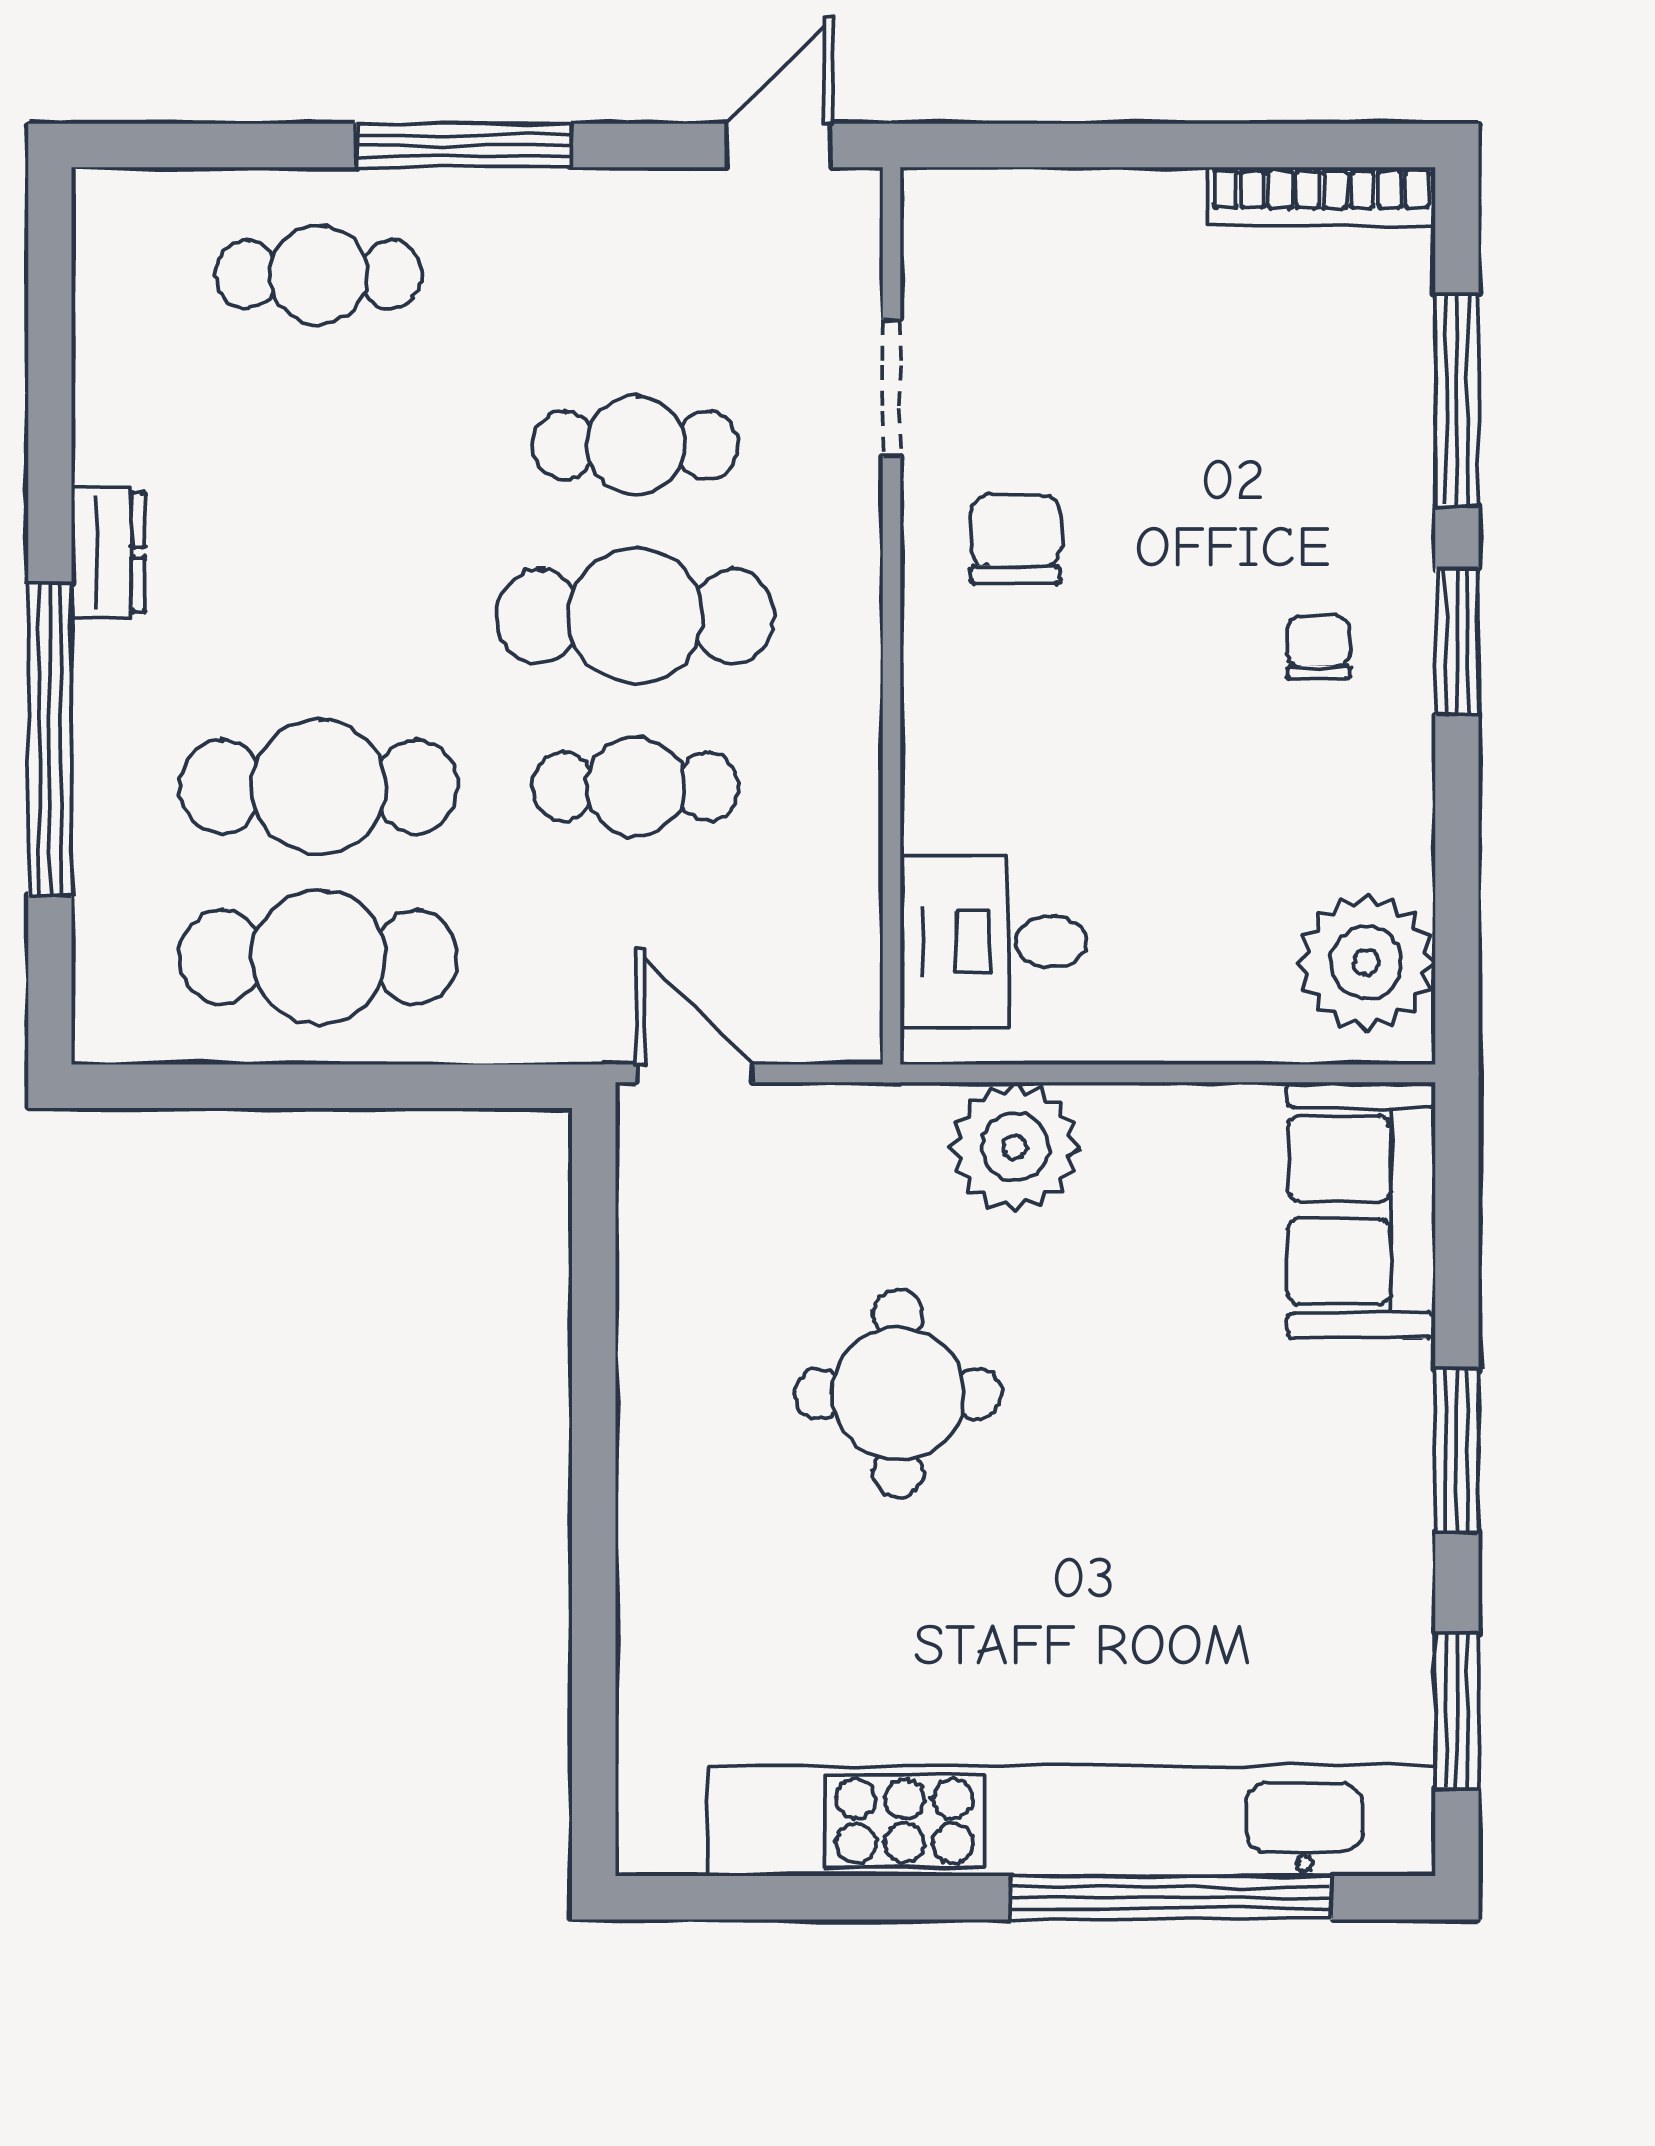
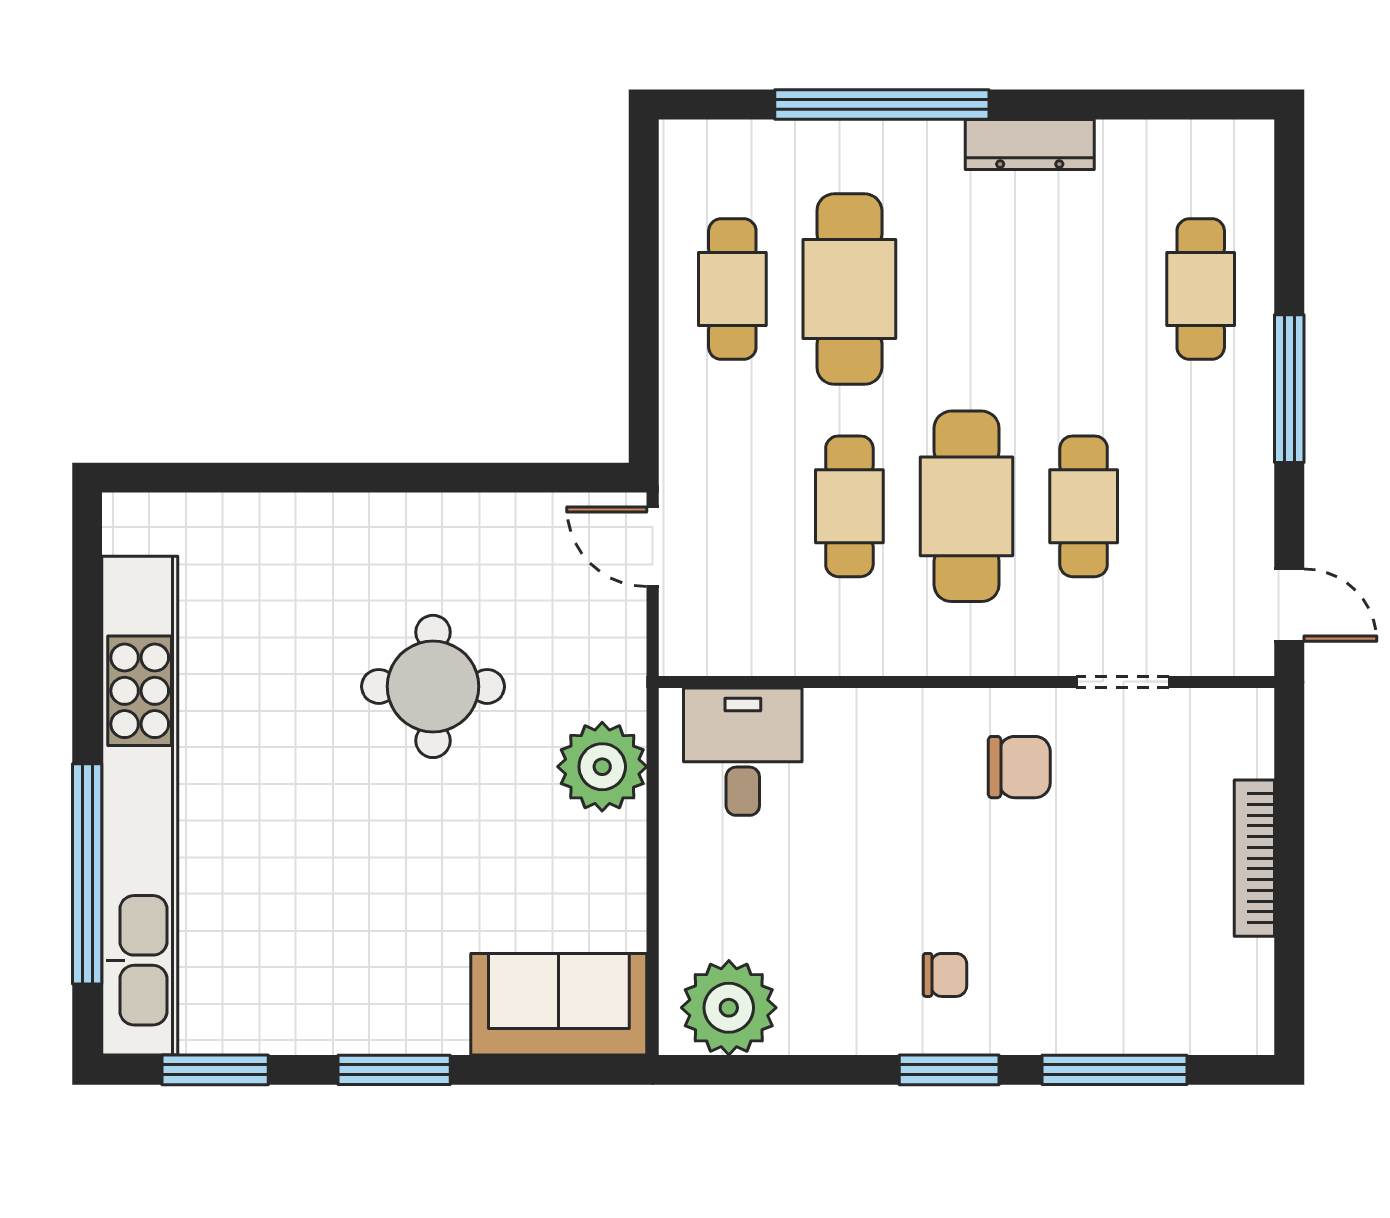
bookcase: (1321, 196) -> (1254, 858), moved
dresser: (108, 552) -> (1030, 145), width x1.44
cafe table: (319, 957) -> (732, 289), width x0.73, depth x0.74
door: (694, 1073) -> (653, 547), swing flipped

